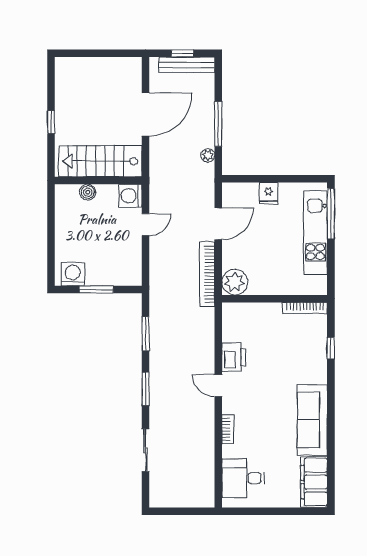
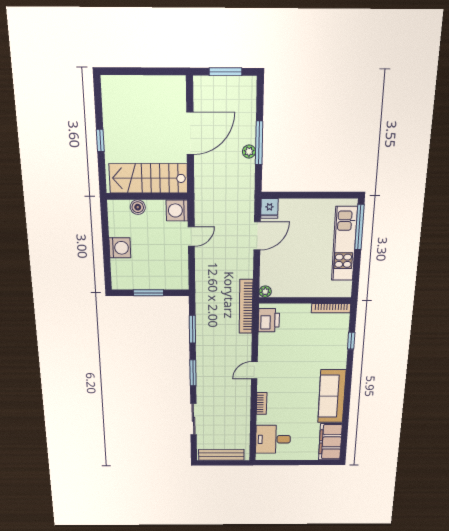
window: (182, 53) -> (225, 72), width x1.50
bench: (187, 65) -> (221, 455), moved
plant: (208, 155) -> (249, 152), moved
fridge: (268, 193) -> (269, 208), moved
washing machine: (73, 274) -> (120, 248), moved, turned 90
bookcase: (207, 274) -> (246, 306), moved
plant: (235, 282) -> (265, 292), width x0.53, depth x0.53
printer: (234, 357) -> (269, 320), moved
door: (218, 386) -> (254, 370), hinge flipped

